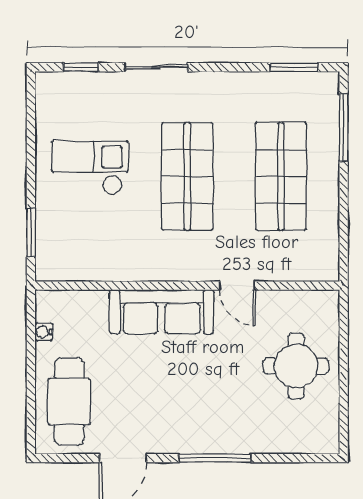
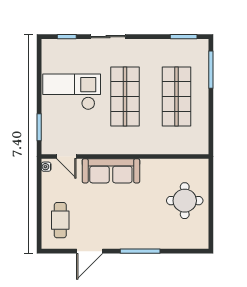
checkout: (90, 168) -> (72, 92), width x1.36, depth x1.21
door: (237, 286) -> (66, 156), moved
water cooler: (44, 332) -> (46, 167), moved
cafe table: (69, 402) -> (60, 220), width x0.73, depth x0.74

